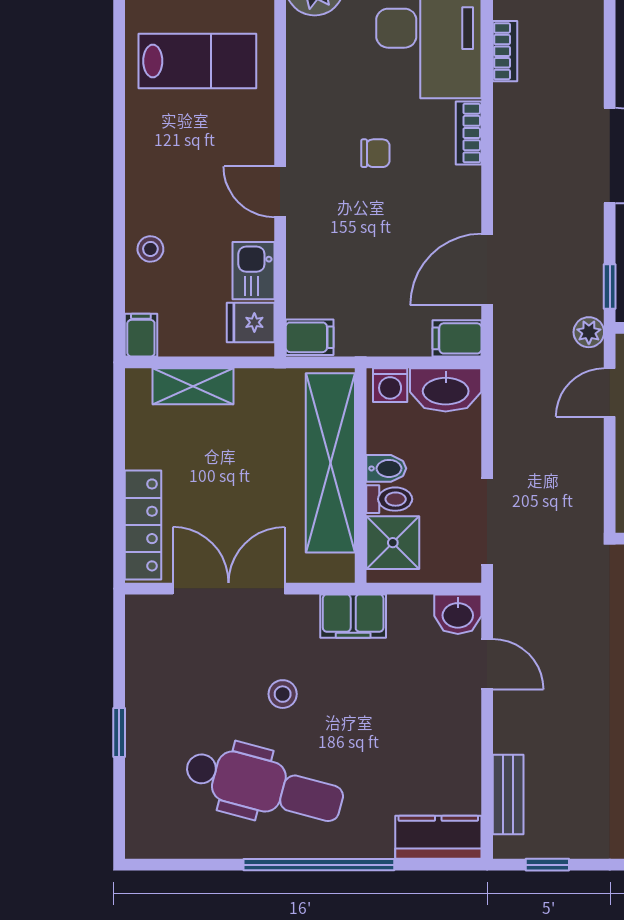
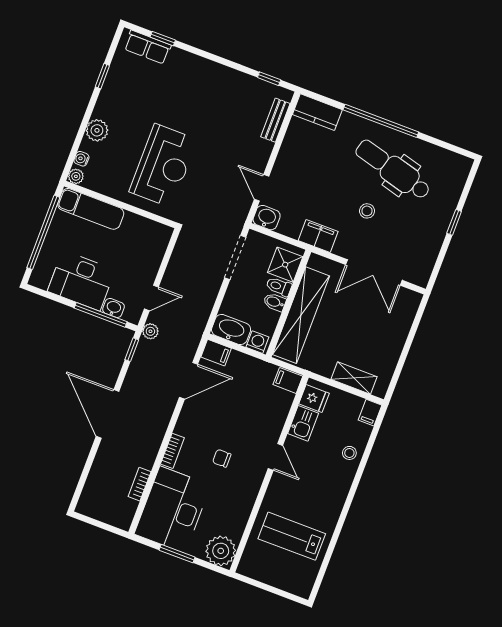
locker: (143, 525) -> (404, 319), removed

